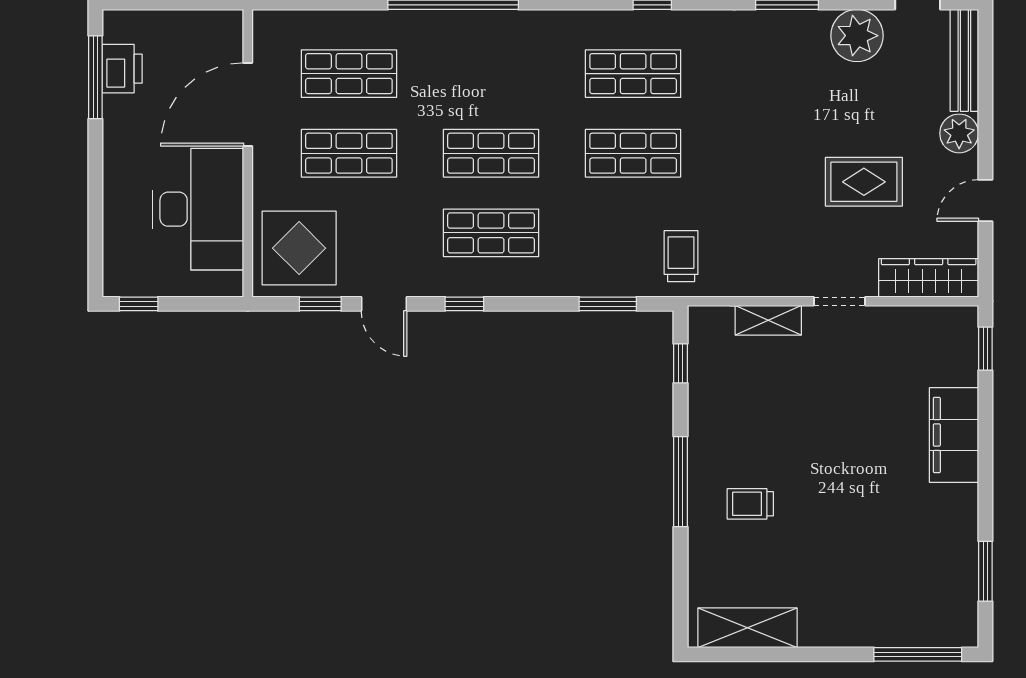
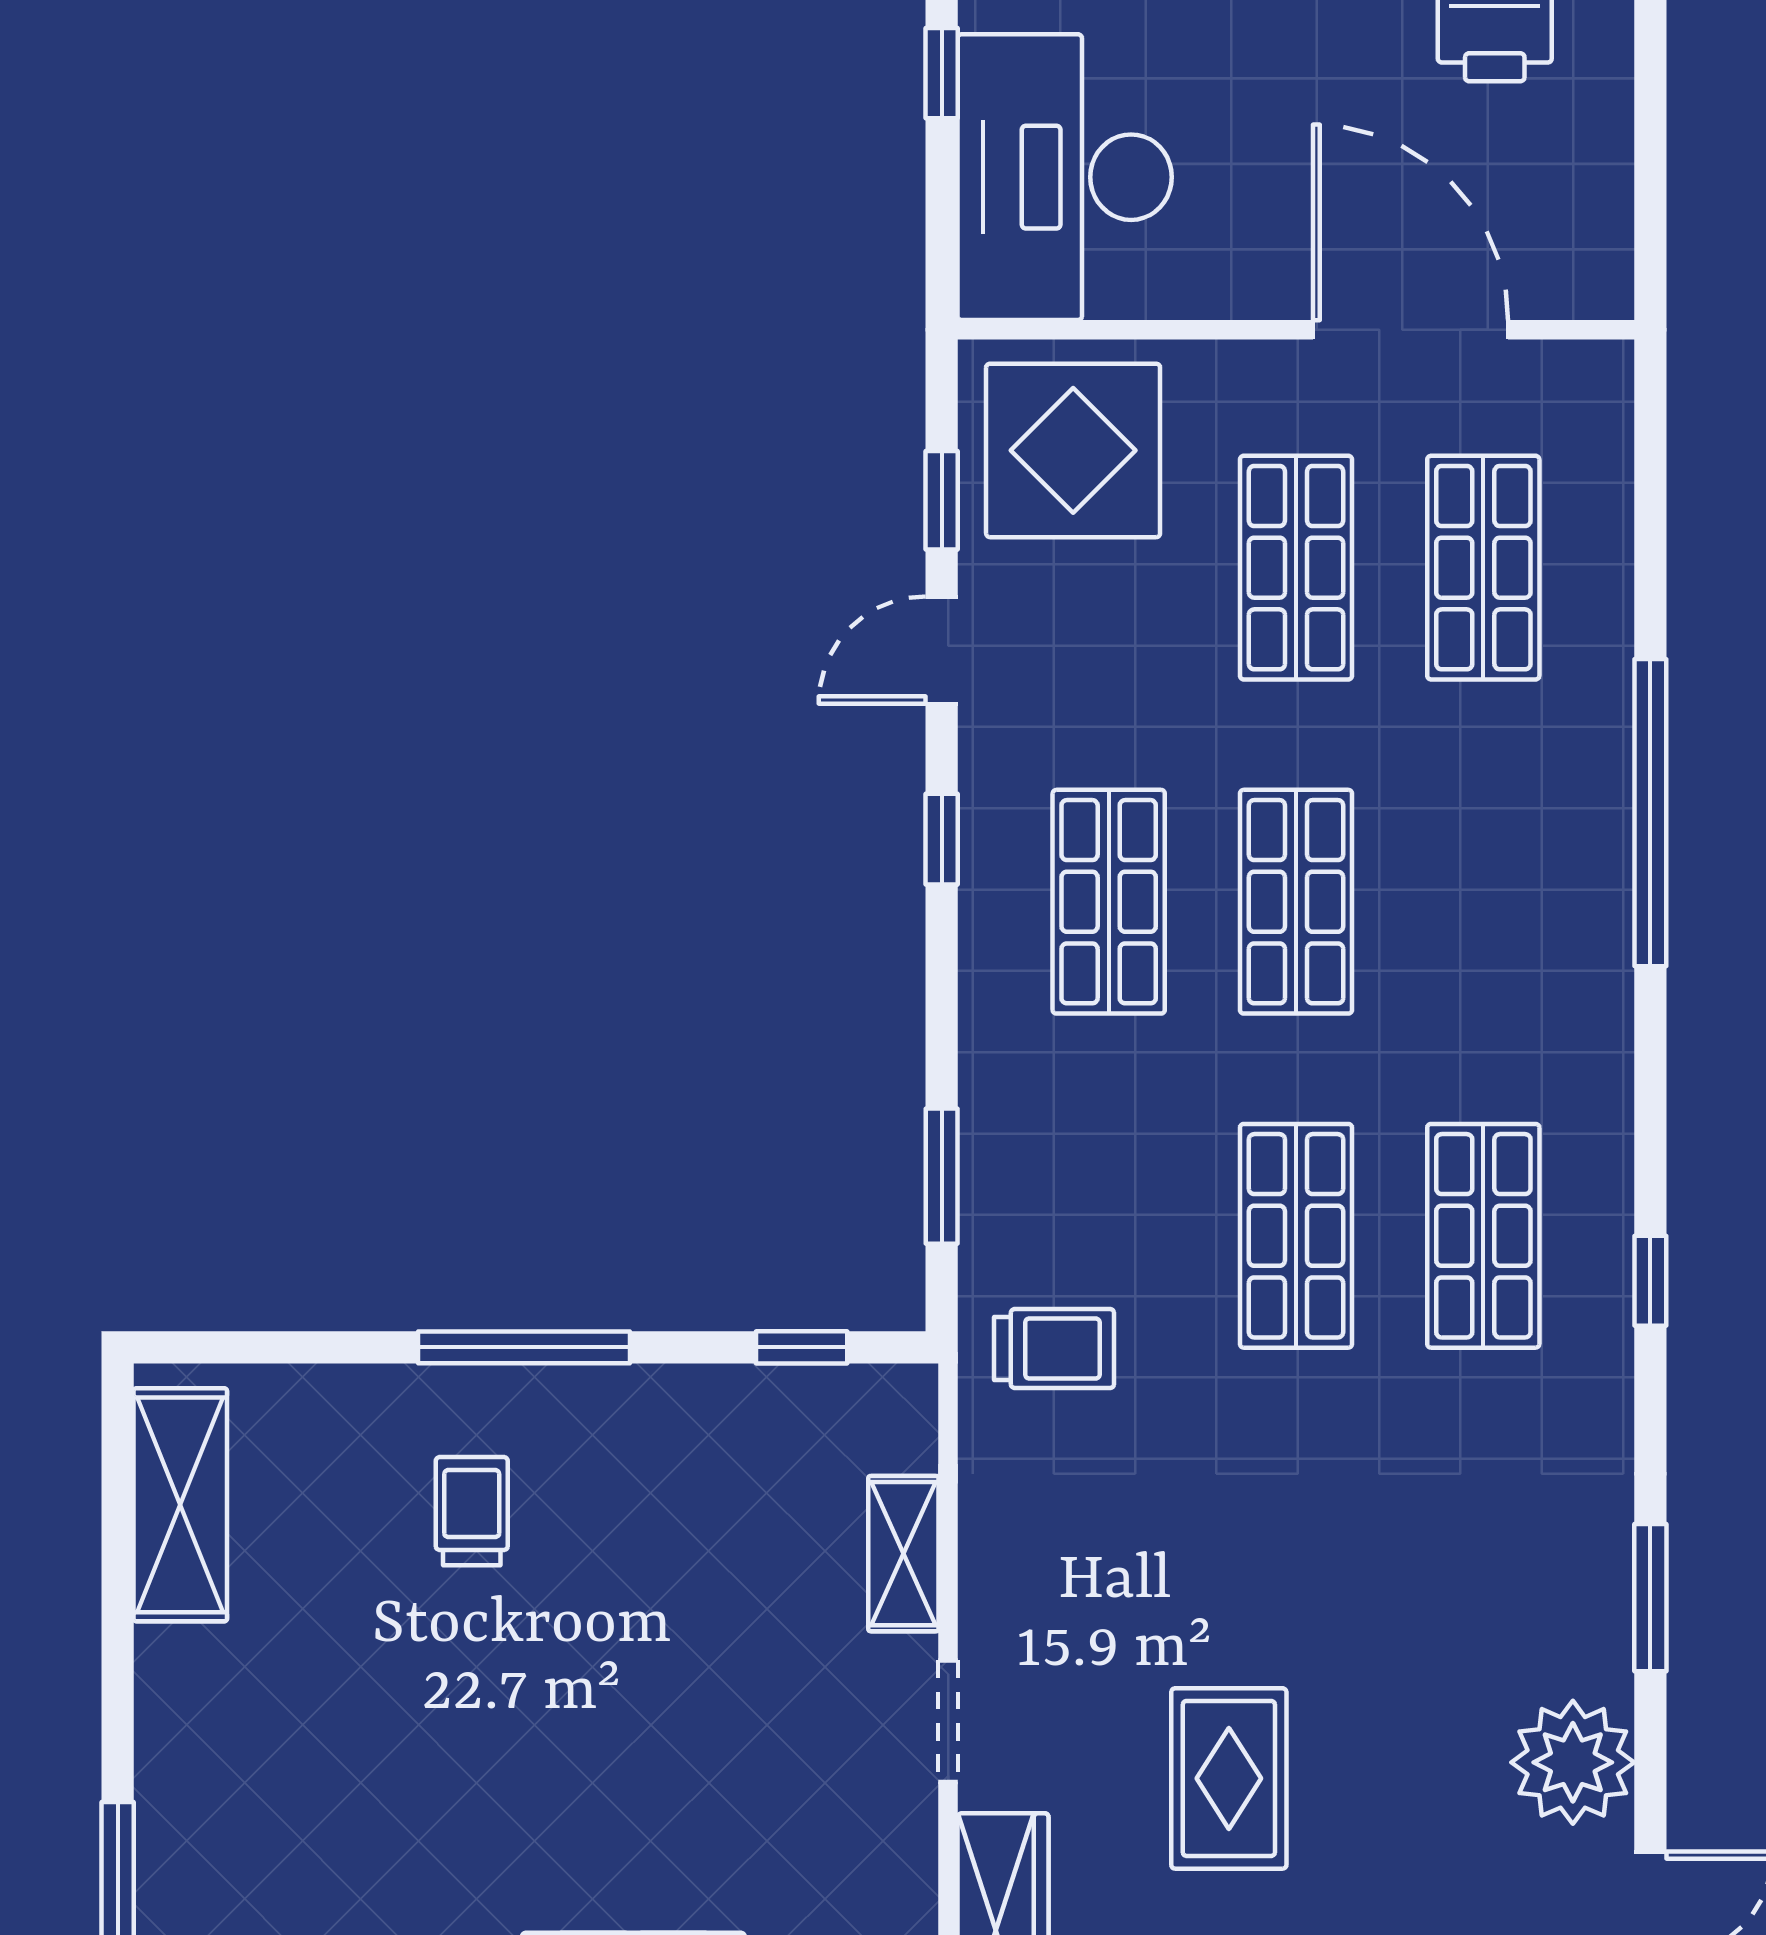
desk: (198, 209) -> (1065, 177), moved, turned 90

